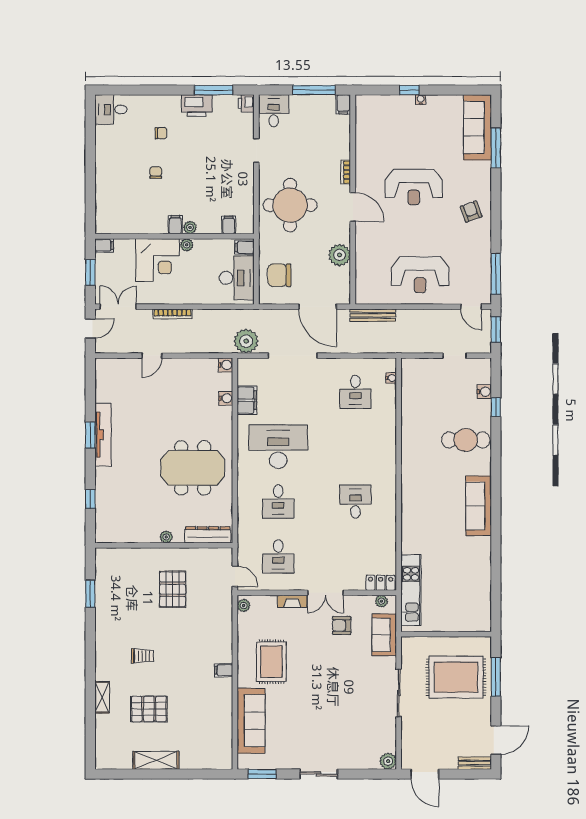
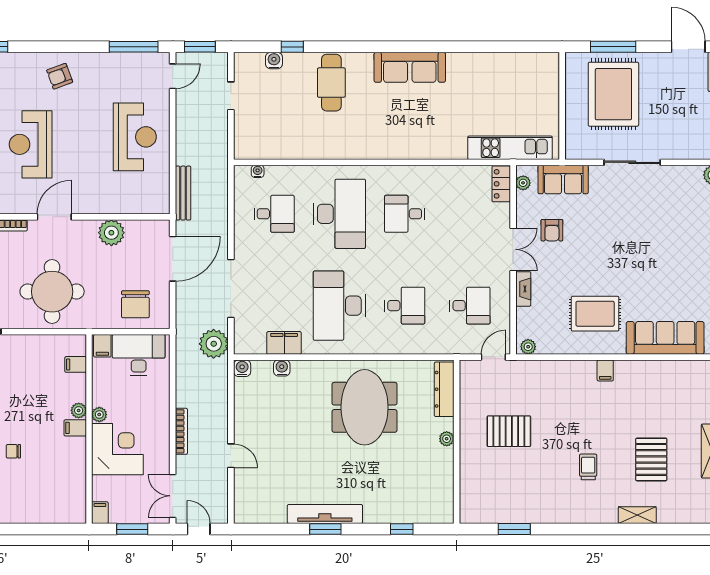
reception desk: (414, 187) -> (31, 144), turned 180
desk: (355, 447) -> (339, 214), added

